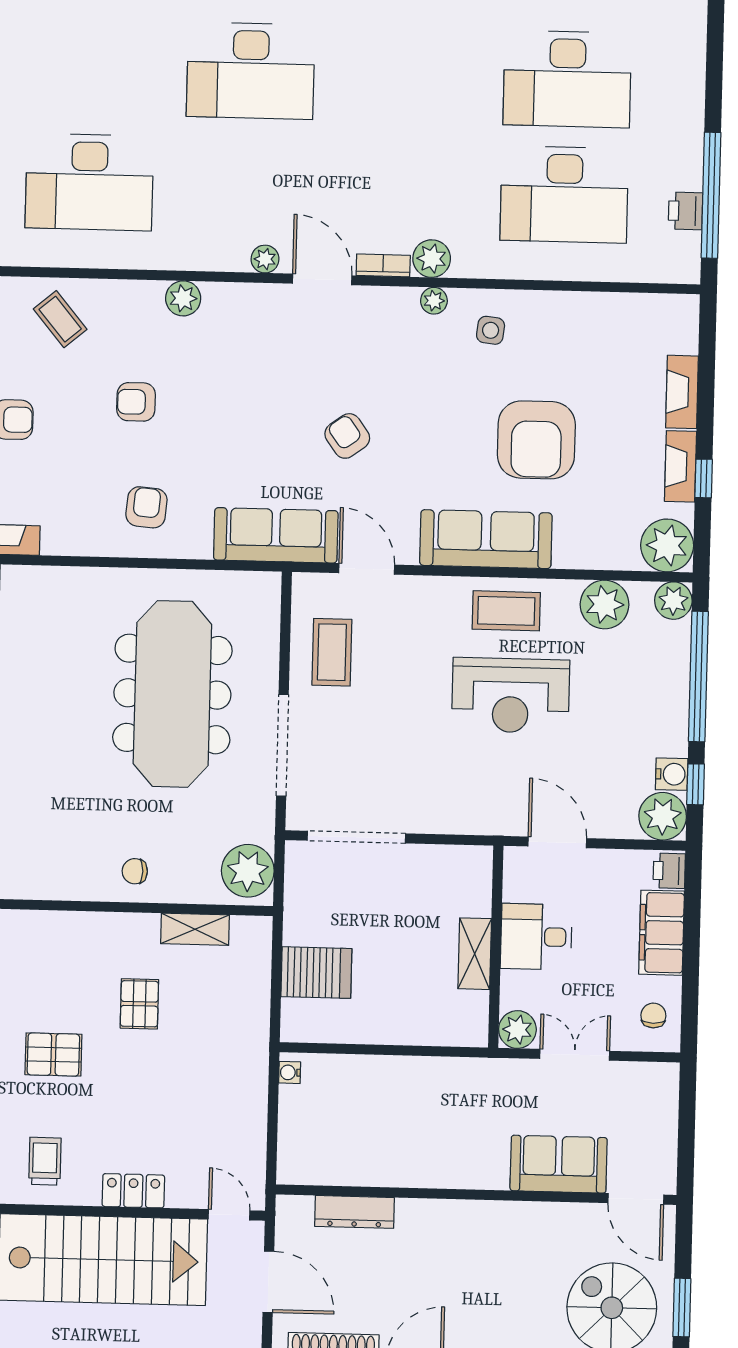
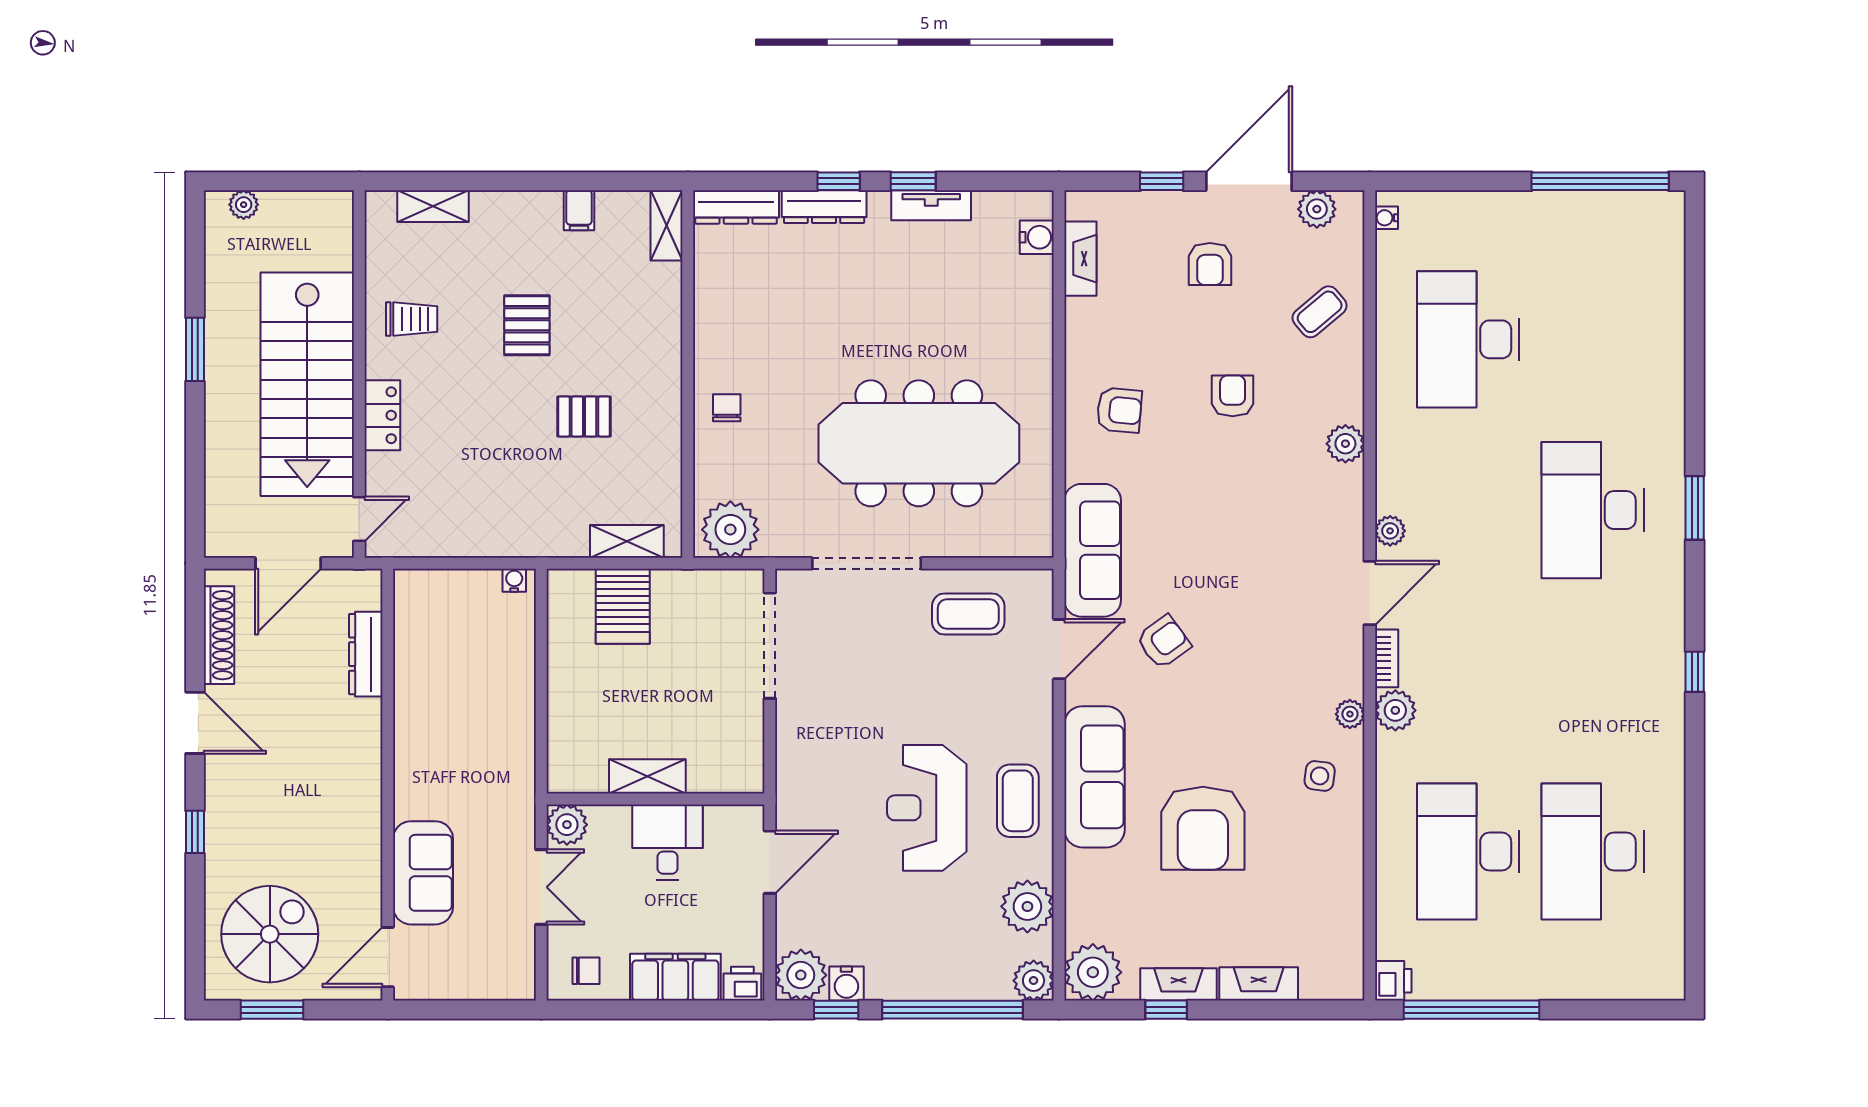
printer: (685, 211) -> (1393, 981), moved, turned 90
armchair: (347, 436) -> (1164, 642), moved
armchair: (536, 440) -> (1203, 828), turned -90
shelving: (195, 929) -> (627, 541), moved, turned 90

